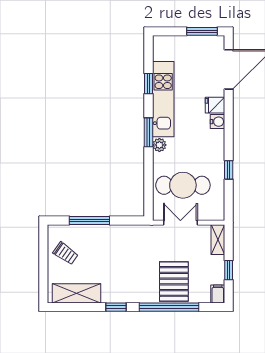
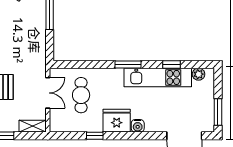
fridge: (215, 105) -> (117, 121), moved, width x1.88, depth x1.34
plant: (159, 145) -> (199, 74), moved
cafe table: (183, 185) -> (81, 95), width x0.73, depth x0.74

